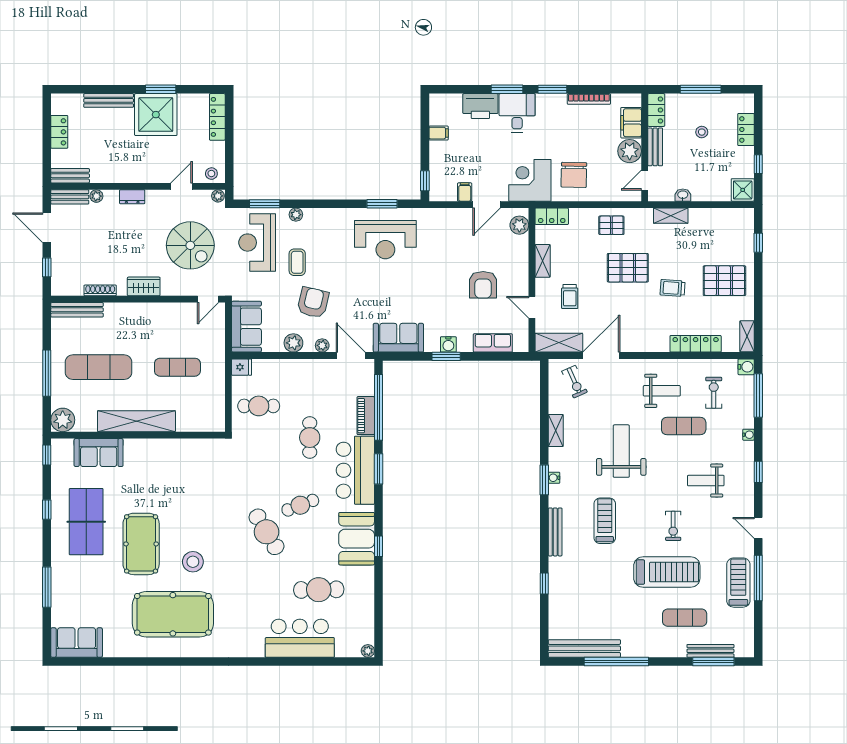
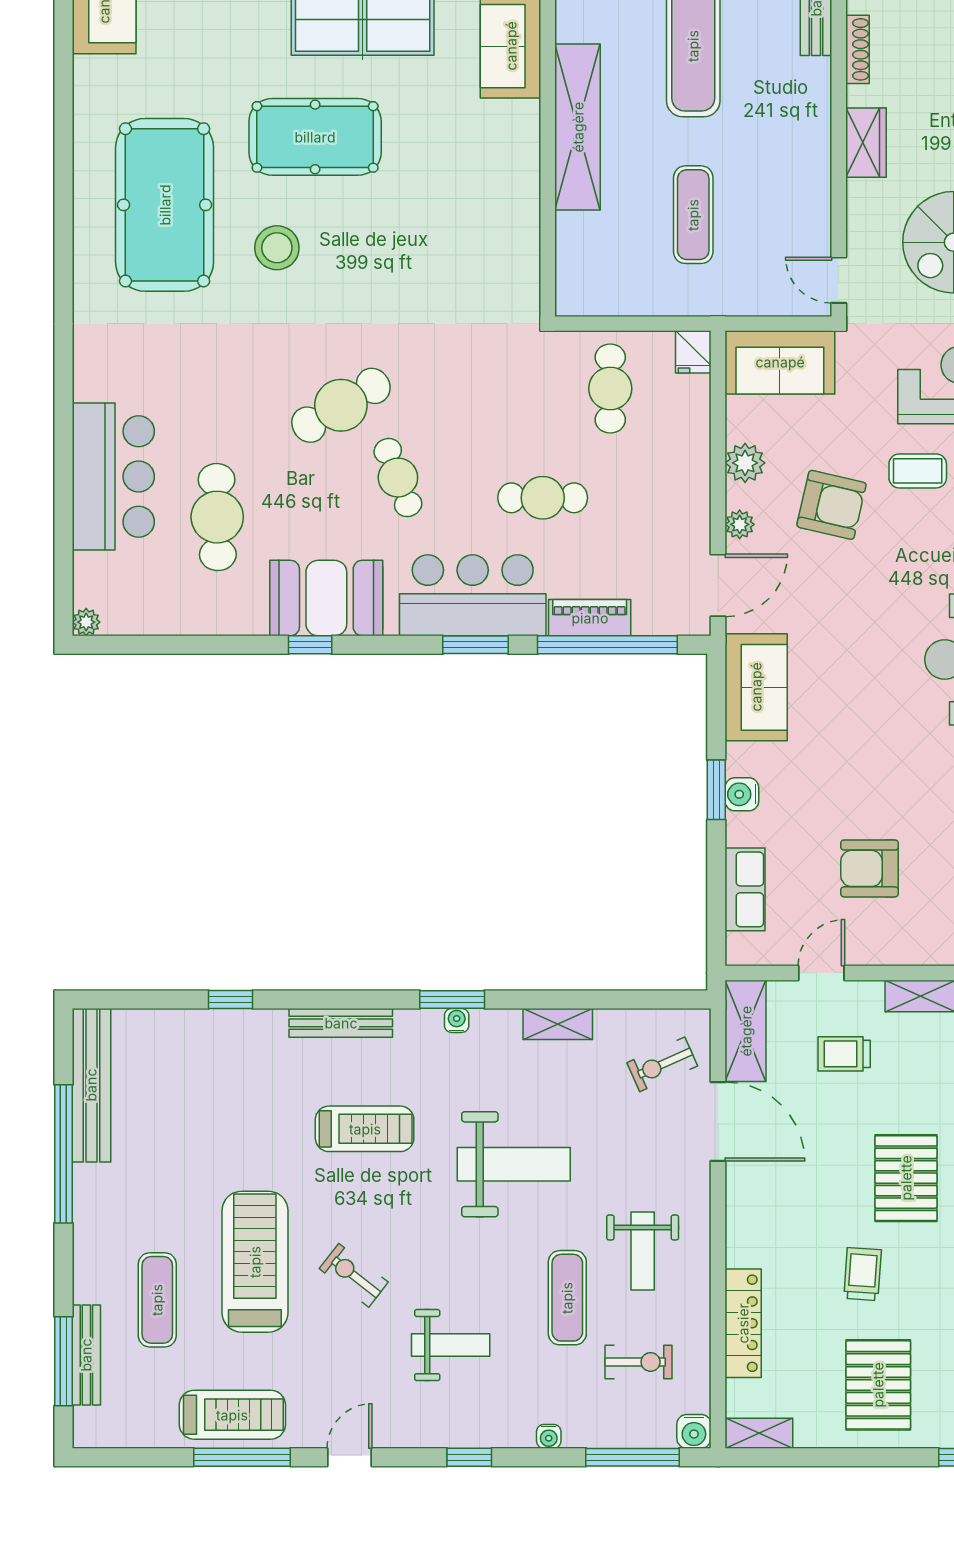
weight bench: (706, 481) -> (451, 1345), turned 90
exercise bike: (673, 526) -> (354, 1275), turned 38
treadmill: (667, 572) -> (255, 1262), turned 180

